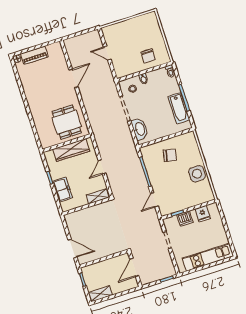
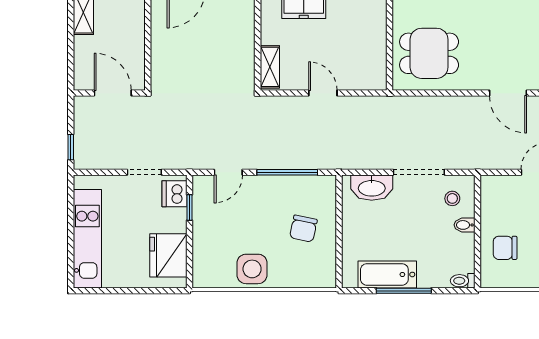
wardrobe: (71, 150) -> (374, 45), removed
door: (154, 200) -> (228, 172), swing flipped
fridge: (203, 214) -> (168, 255), width x1.88, depth x1.34
dishwasher: (185, 219) -> (175, 194), moved

